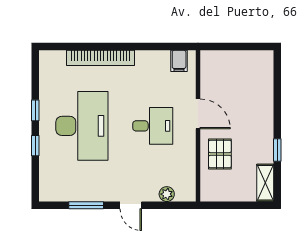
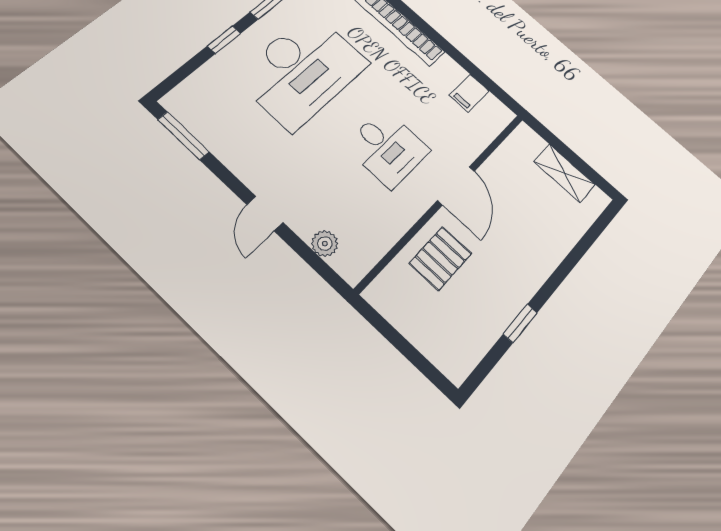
filing cabinet: (179, 61) -> (469, 93), moved
shelving: (265, 183) -> (564, 173), moved, turned 90
window: (86, 205) -> (183, 136), moved

